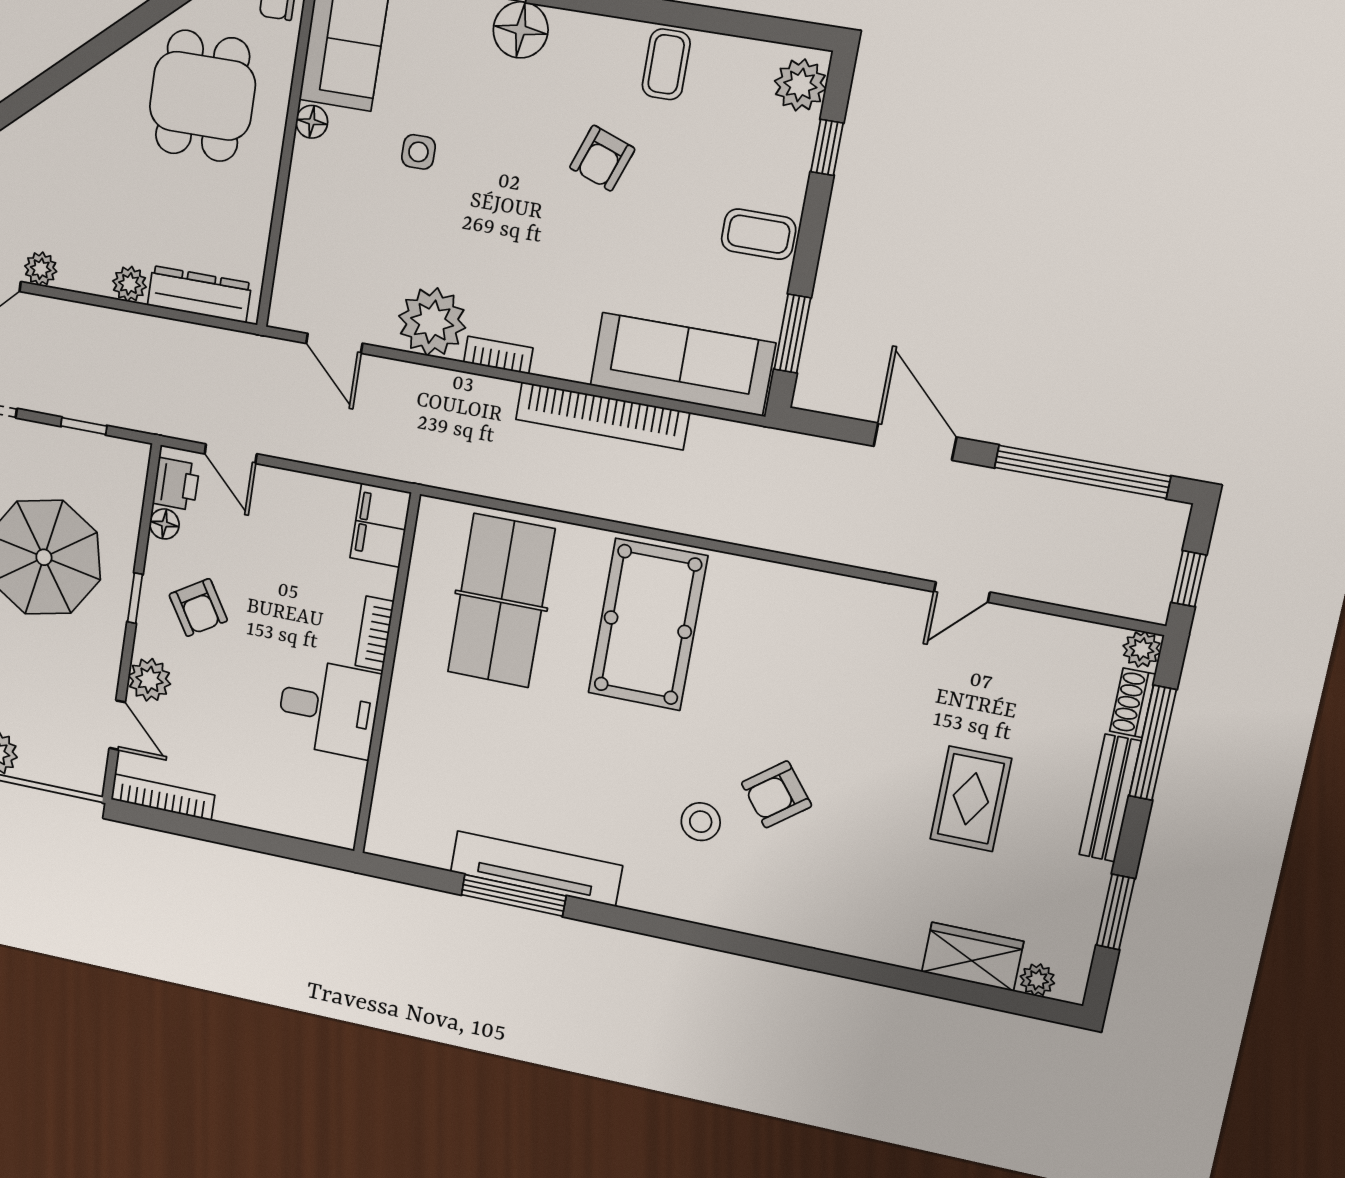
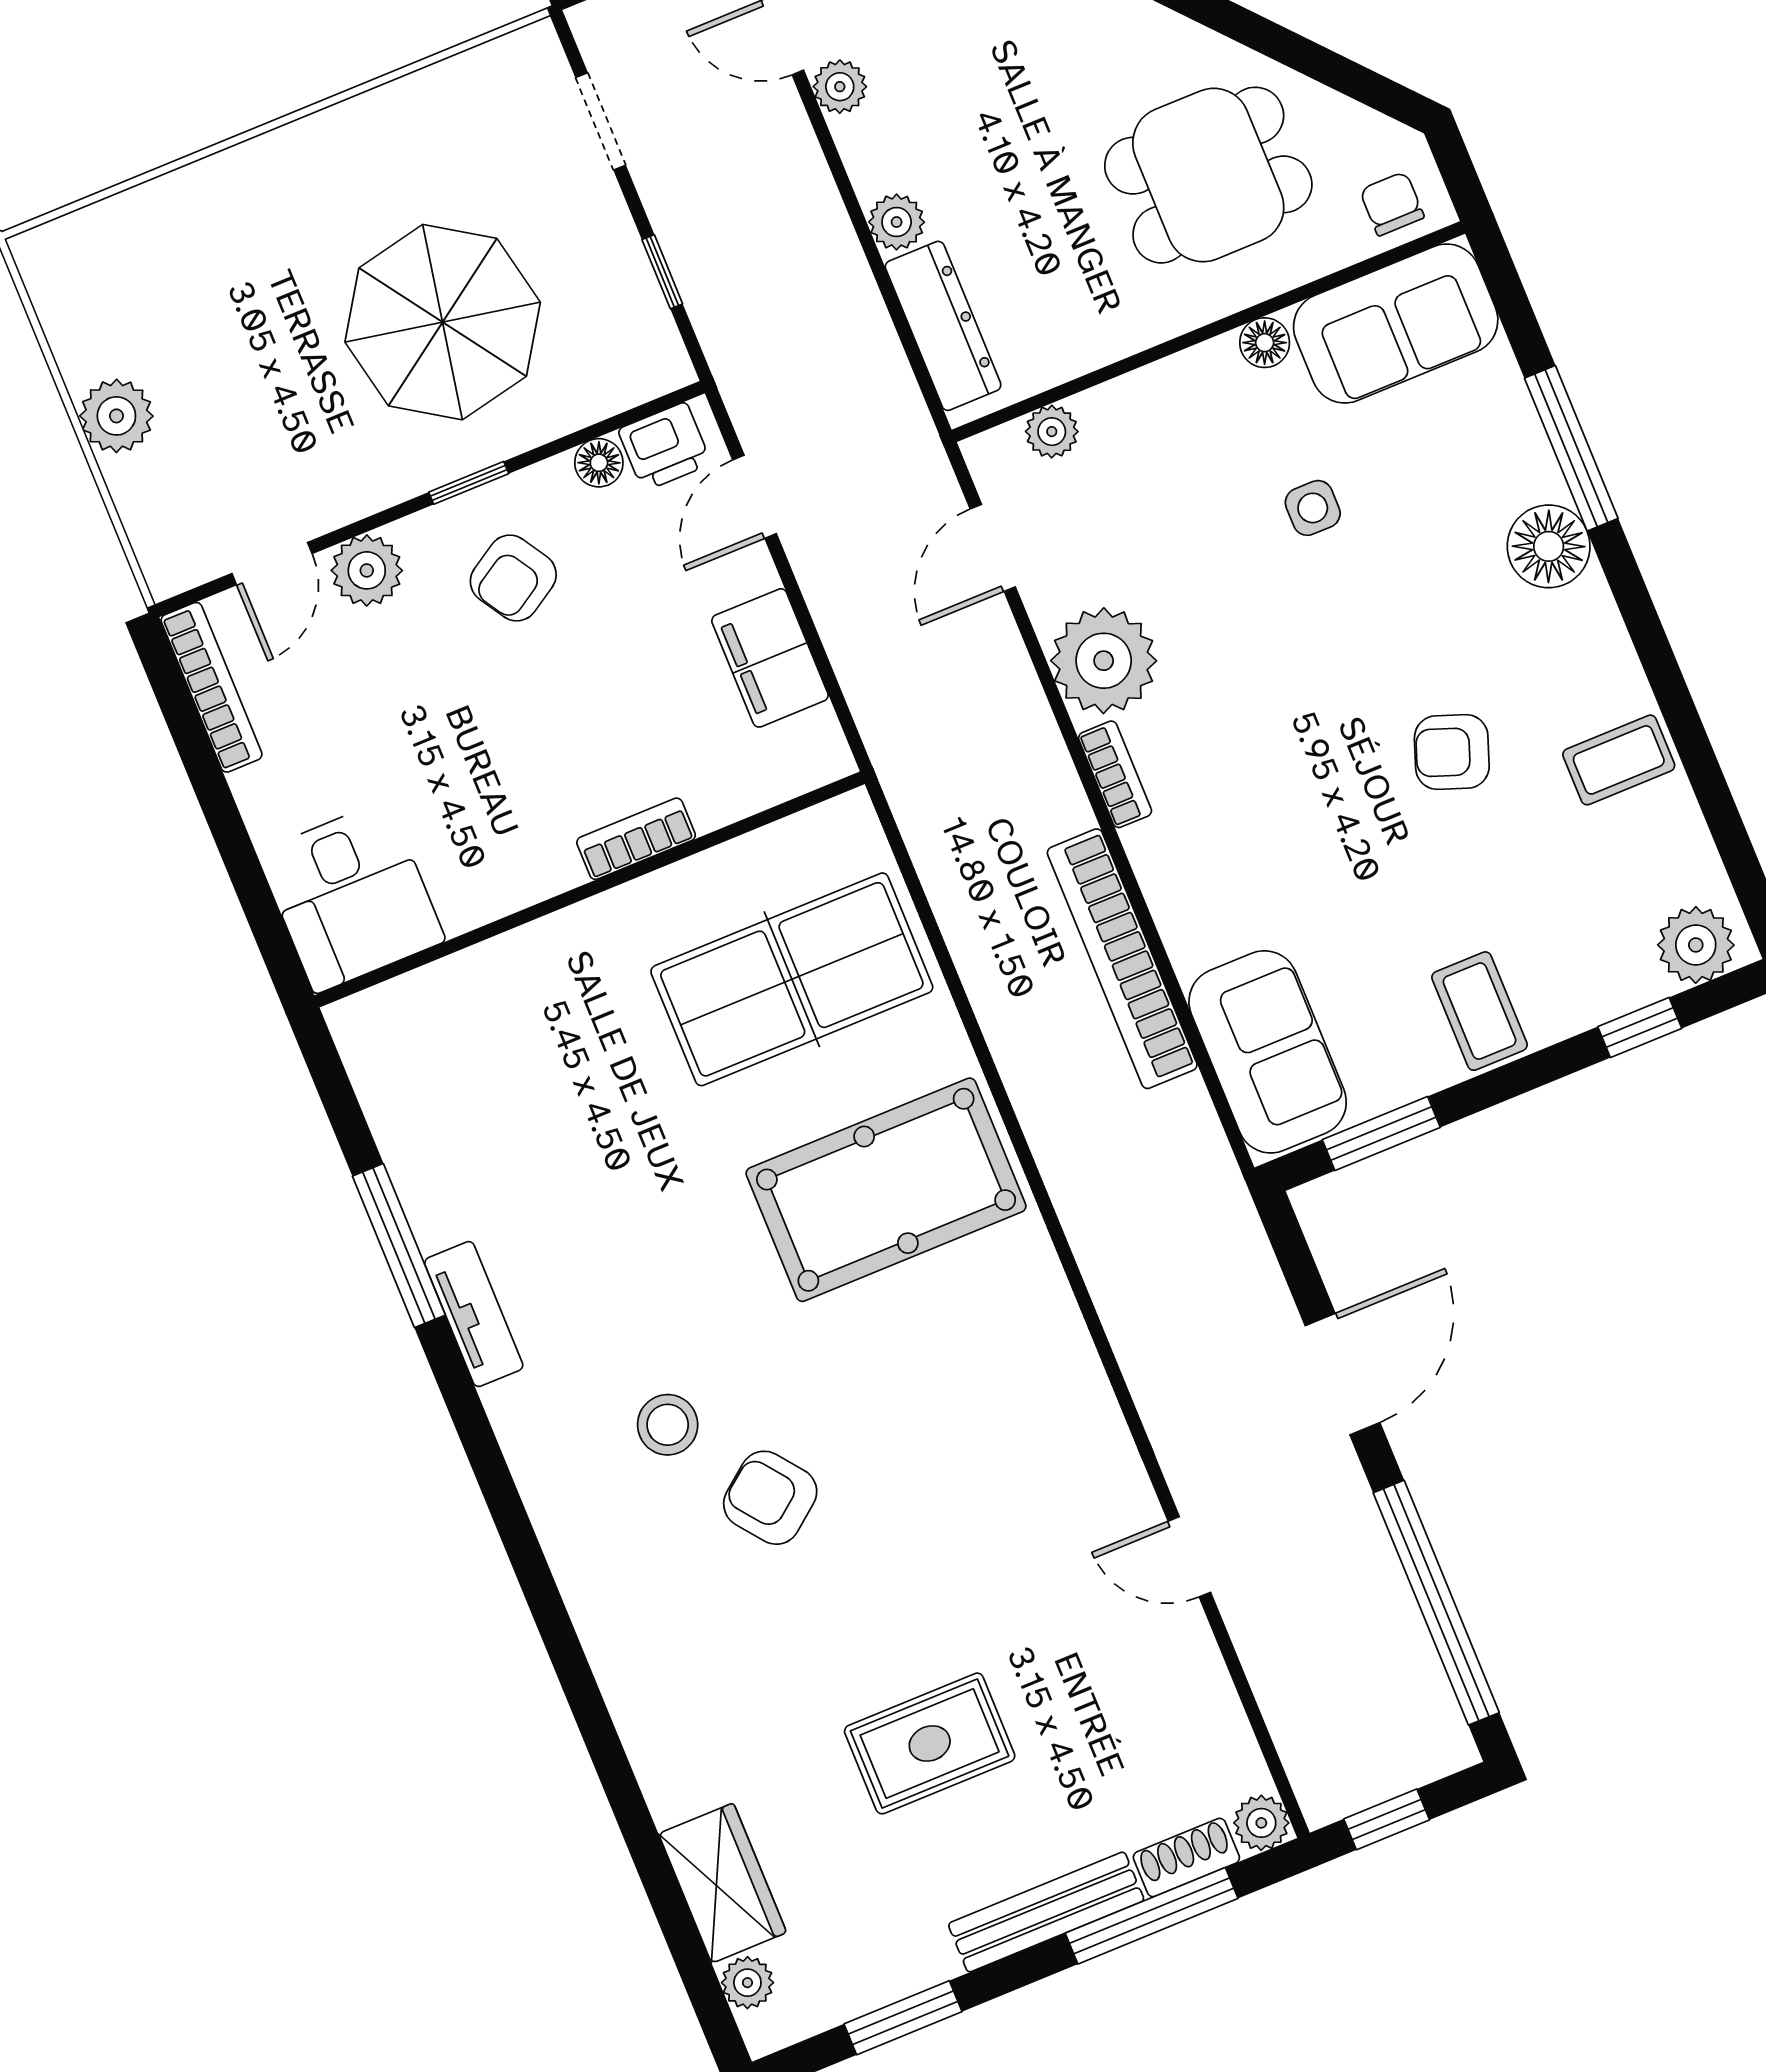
plant: (291, 271) -> (1052, 432), added
sofa: (682, 364) -> (1268, 1052), width x0.73
filing cabinet: (381, 525) -> (770, 658), moved, turned -90
desk: (328, 708) -> (351, 897), moved
tv unit: (536, 869) -> (474, 1314), width x0.52, depth x0.78

